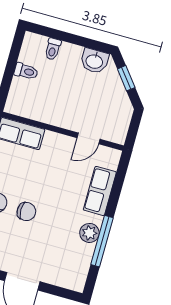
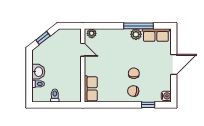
washbasin: (94, 61) -> (38, 72), moved
plant: (111, 160) -> (92, 33), added
row of seats: (100, 191) -> (156, 35), moved

